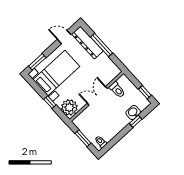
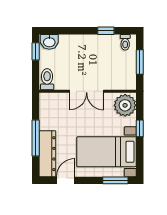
door: (64, 37) -> (66, 180), swing flipped
toilet: (117, 90) -> (47, 79), moved
washbasin: (133, 112) -> (49, 42), moved
window: (136, 121) -> (106, 31), moved

